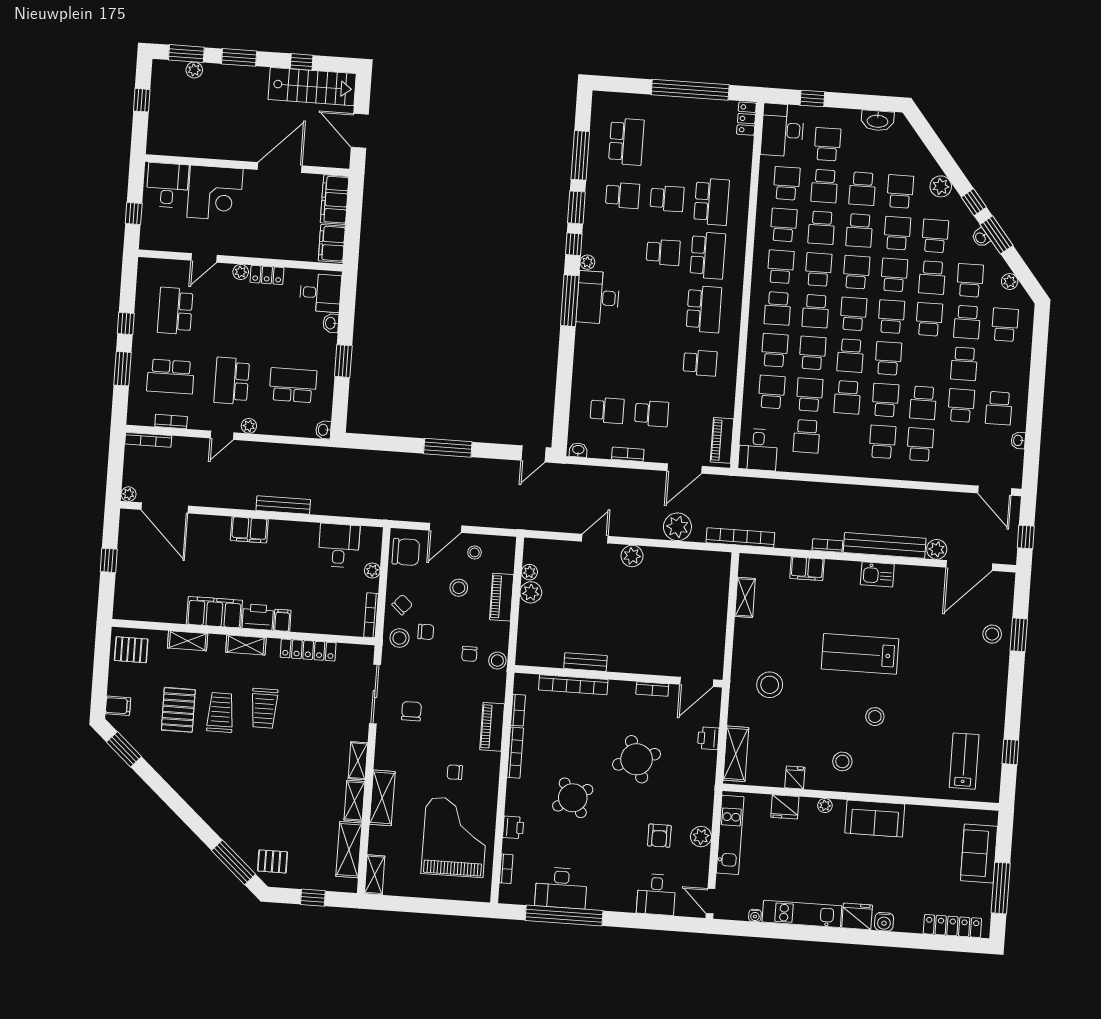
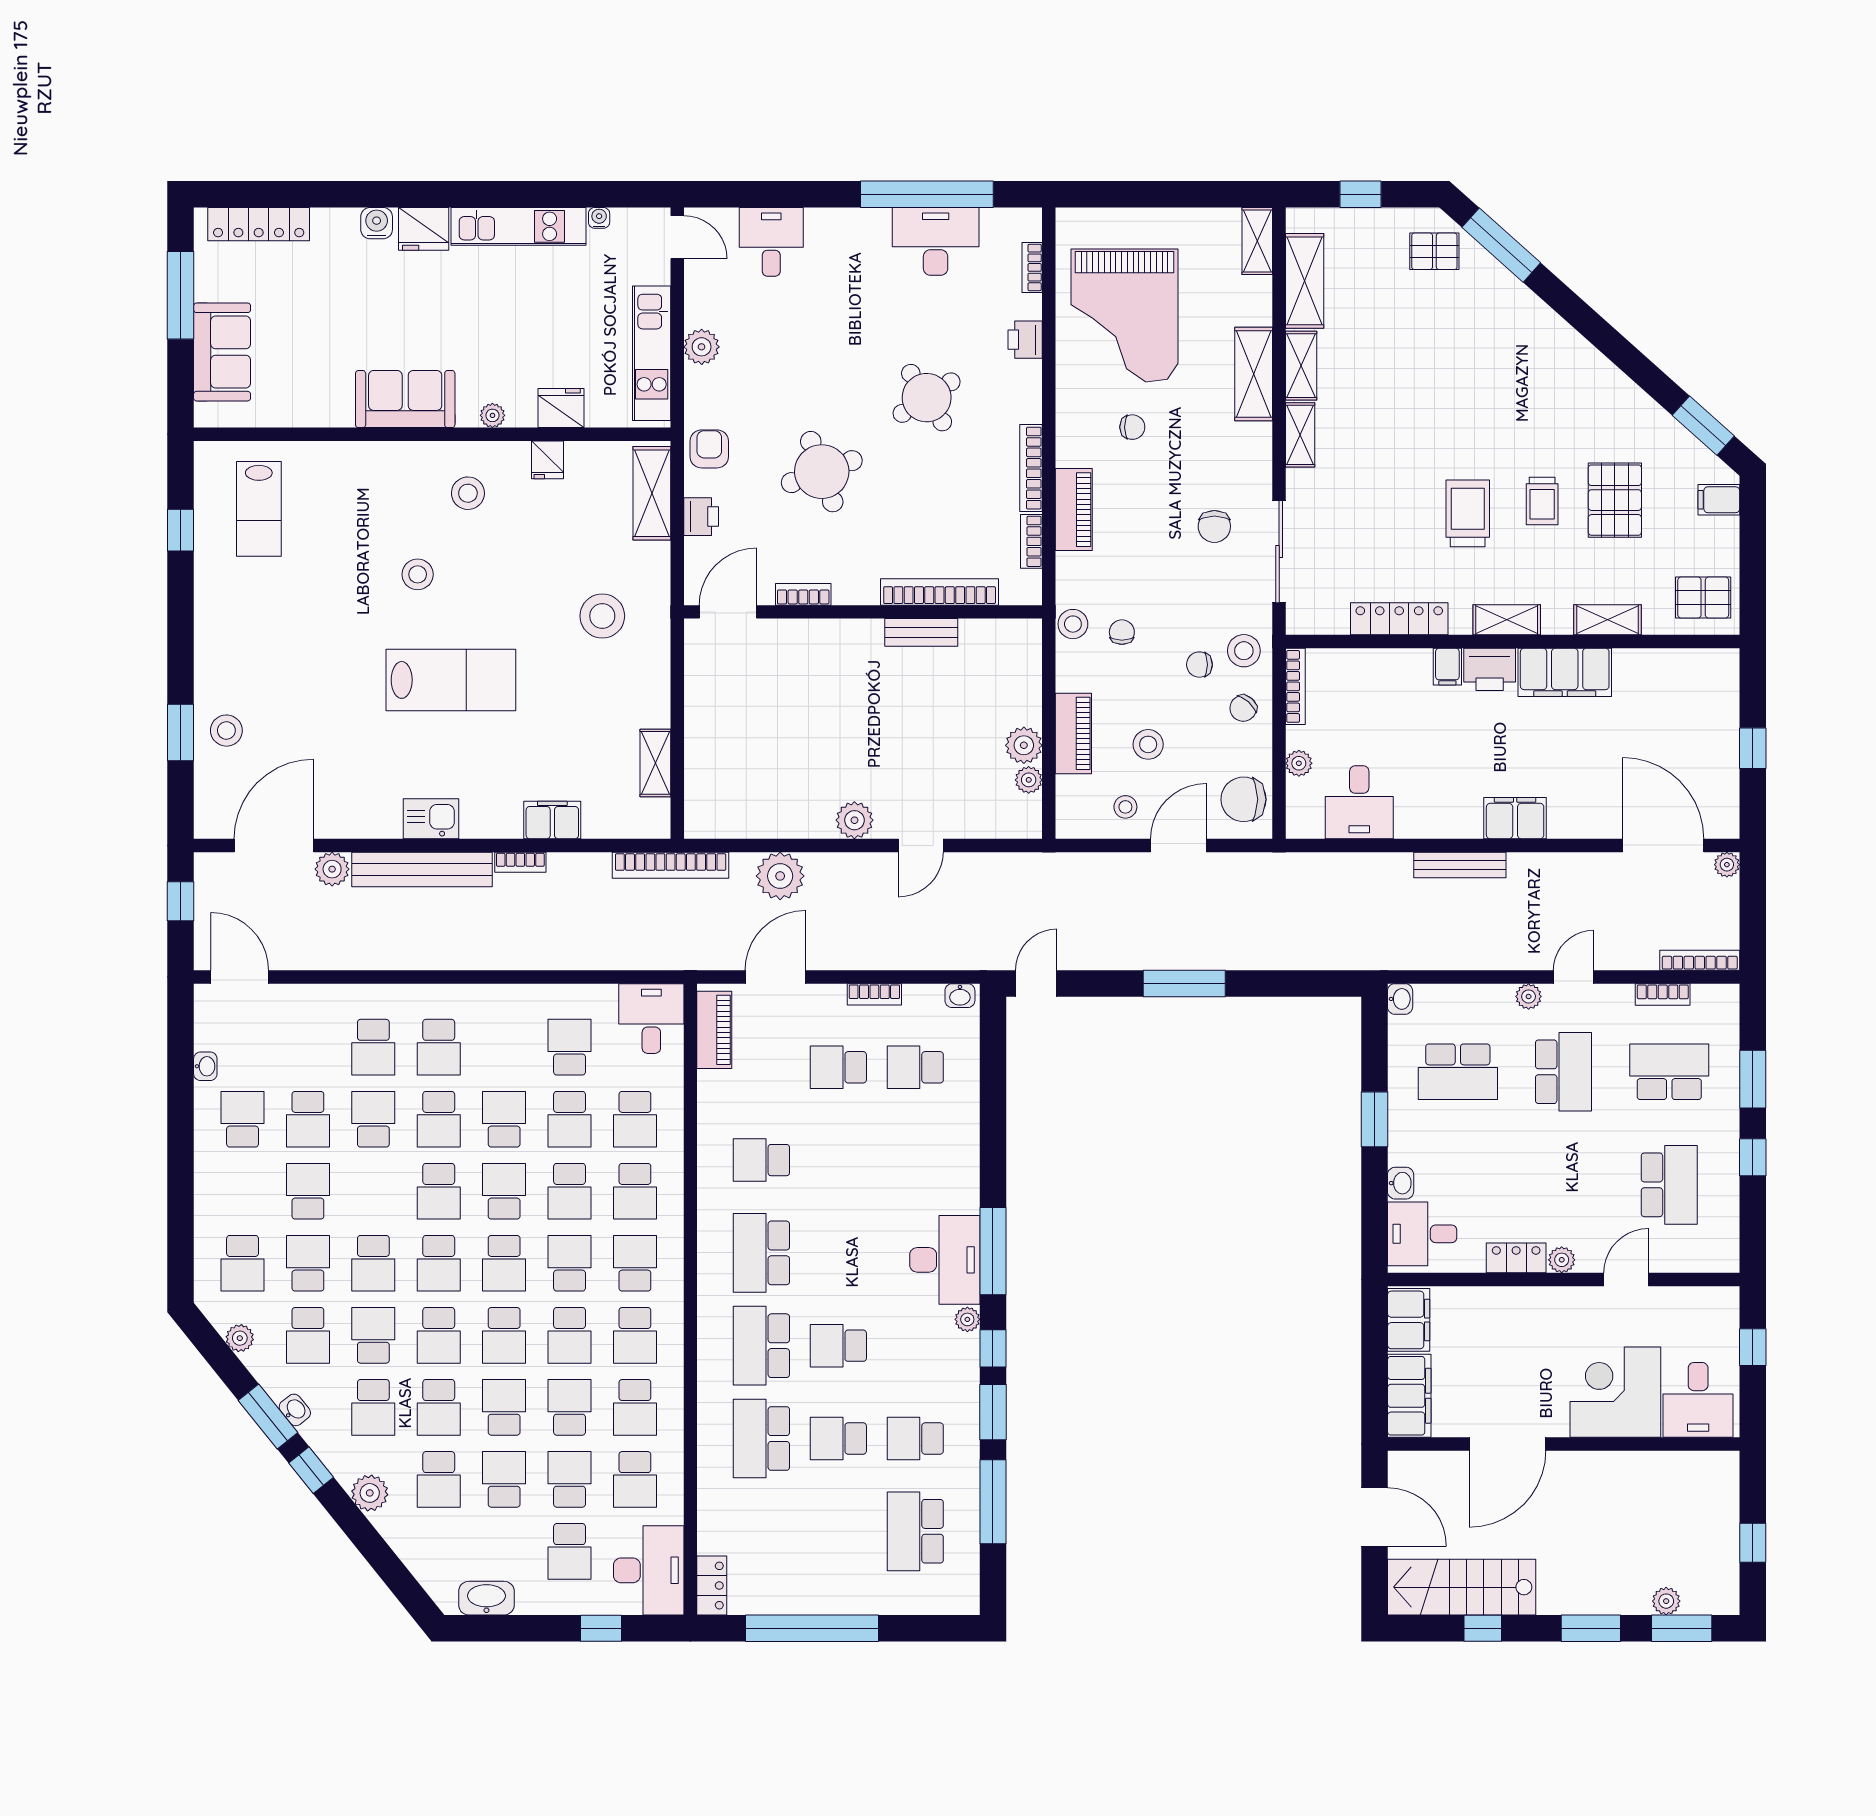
trolley: (220, 712) -> (1542, 501), width x0.73, depth x0.72
armchair: (659, 836) -> (709, 449), moved

